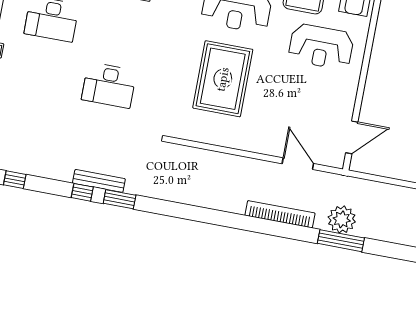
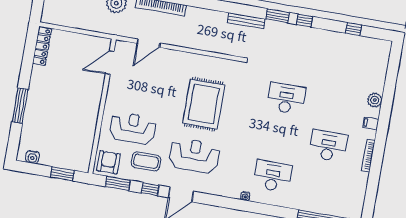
door: (298, 164) -> (149, 43), hinge flipped
bench: (99, 181) -> (246, 21), moved

